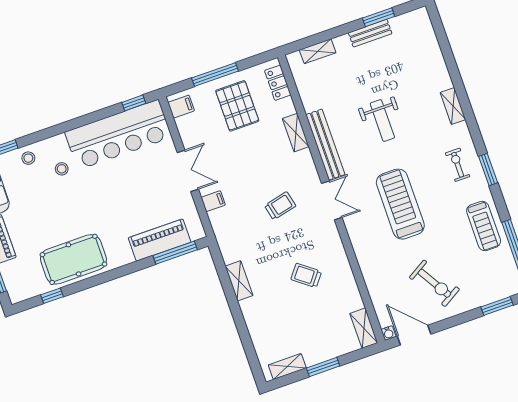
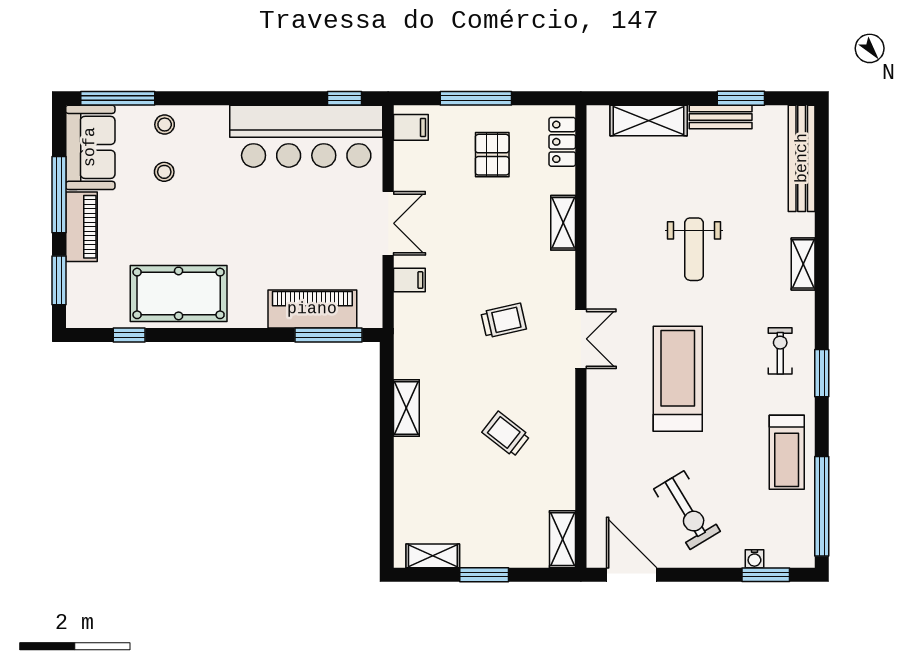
shelving: (318, 51) -> (649, 120), width x1.50, depth x1.33
pallet: (237, 106) -> (492, 155), width x0.67, depth x0.71
bench: (325, 145) -> (802, 158), moved
stool: (62, 169) -> (164, 172), moved
water cooler: (388, 333) -> (754, 559), moved

